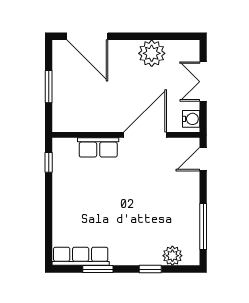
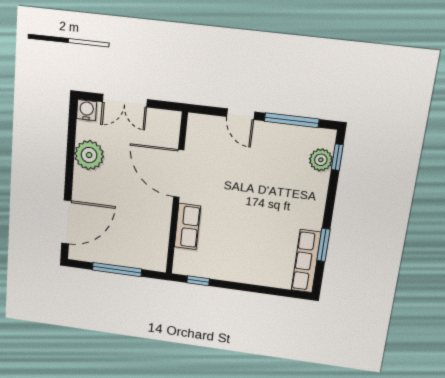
window: (49, 87) -> (117, 270), width x1.44
water cooler: (191, 119) -> (87, 110), moved
door: (203, 159) -> (241, 114), moved
window: (150, 269) -> (337, 157), moved

